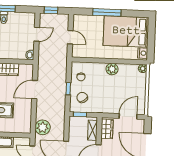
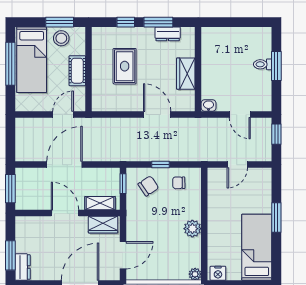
window: (107, 12) -> (276, 218), width x0.69
bed: (126, 31) -> (257, 247), width x0.67
door: (128, 116) -> (123, 255), hinge flipped
plant: (43, 127) -> (101, 129), removed

